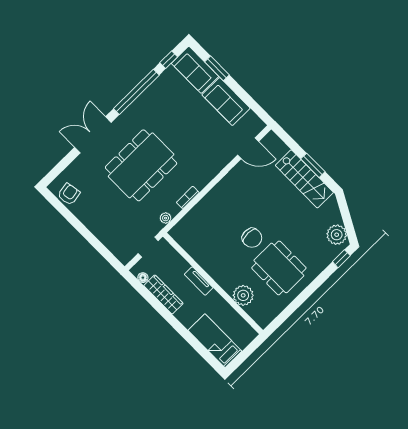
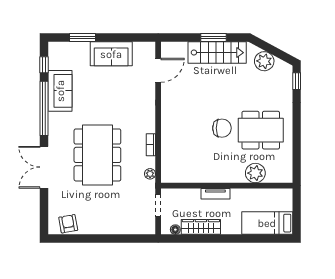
sofa: (195, 70) -> (60, 91), moved, turned -90
plant: (337, 235) -> (264, 61), moved

